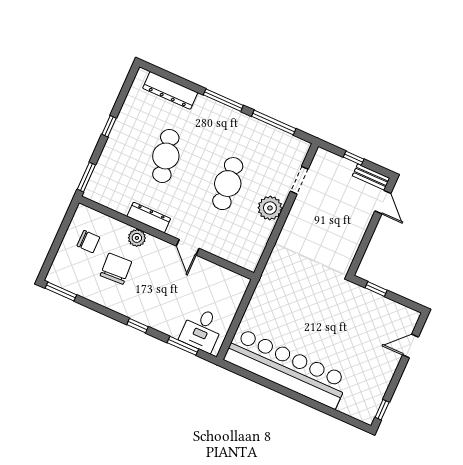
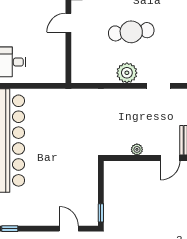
plant: (358, 234) -> (137, 149), added
window: (376, 289) -> (101, 213), moved

